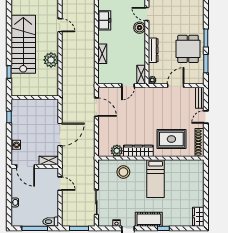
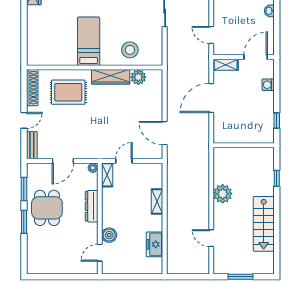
door: (147, 14) -> (100, 253), swing flipped
stairs: (23, 44) -> (264, 224), width x0.73, depth x0.66
door: (25, 166) -> (256, 57), hinge flipped

